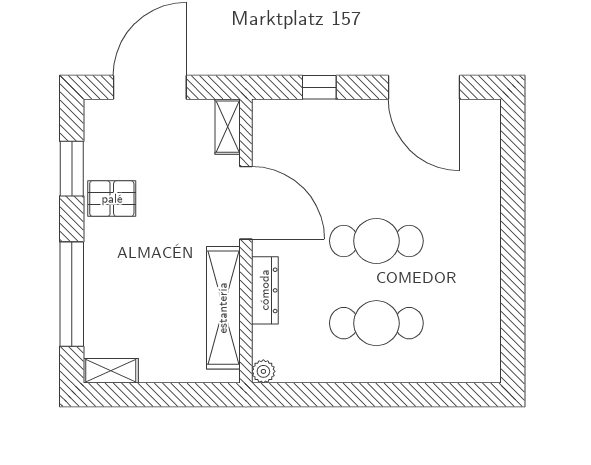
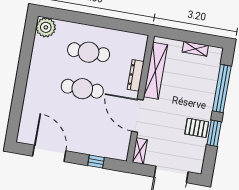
window: (72, 169) -> (214, 133), moved
shelving: (111, 371) -> (195, 49), moved
plant: (263, 371) -> (46, 27), moved, width x1.88, depth x1.88

